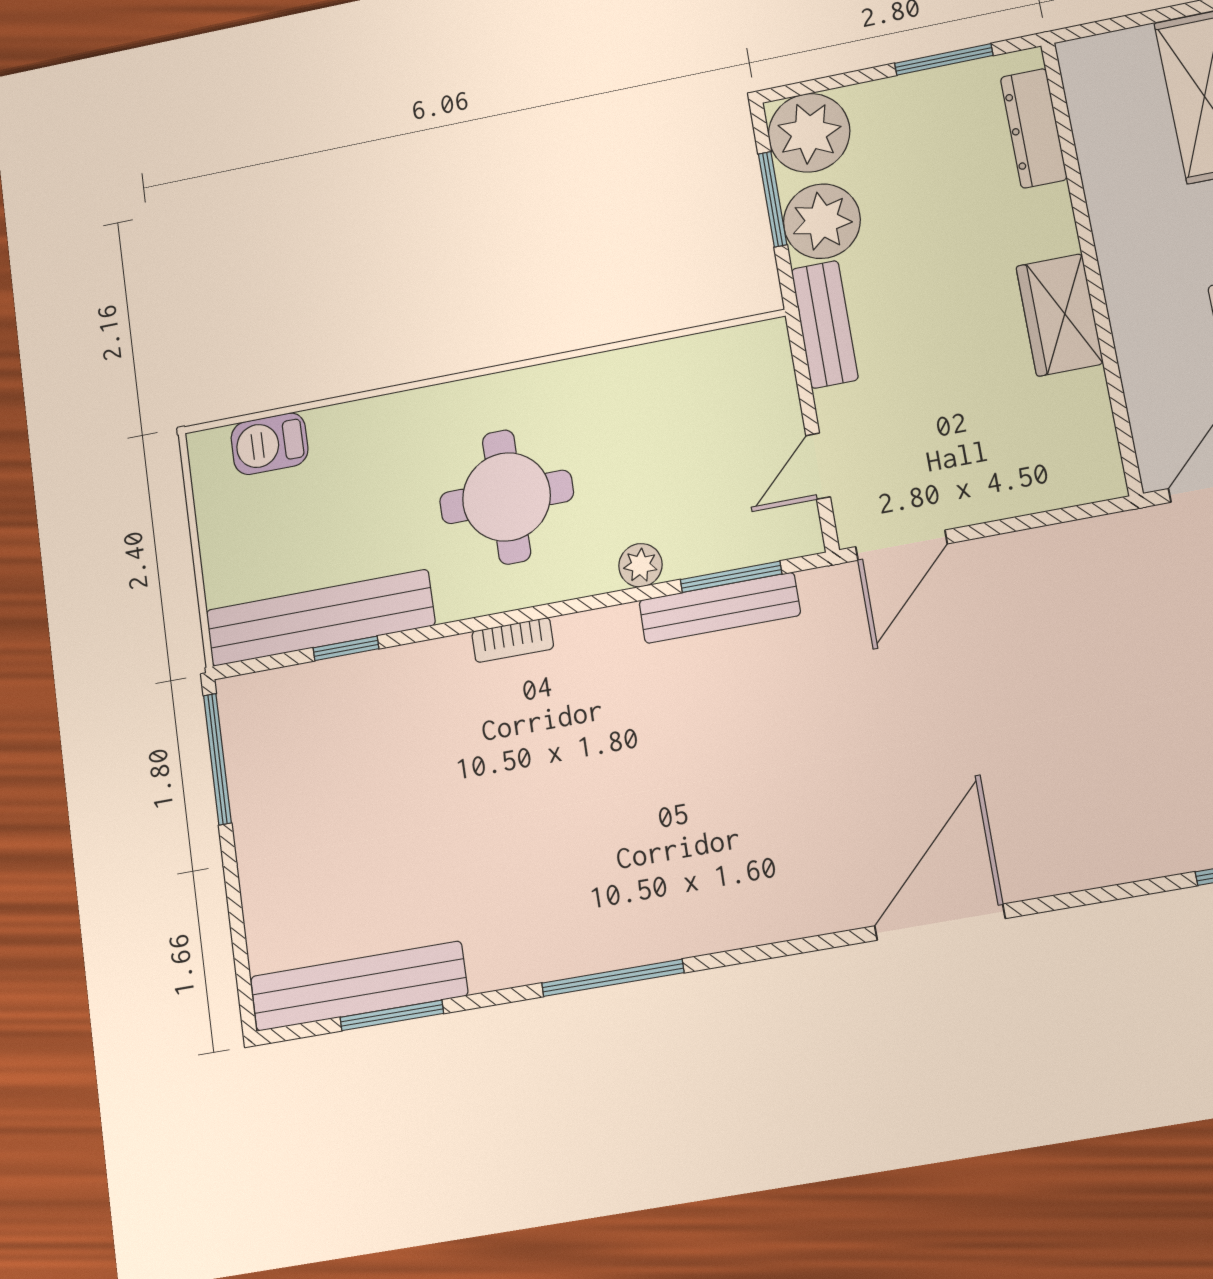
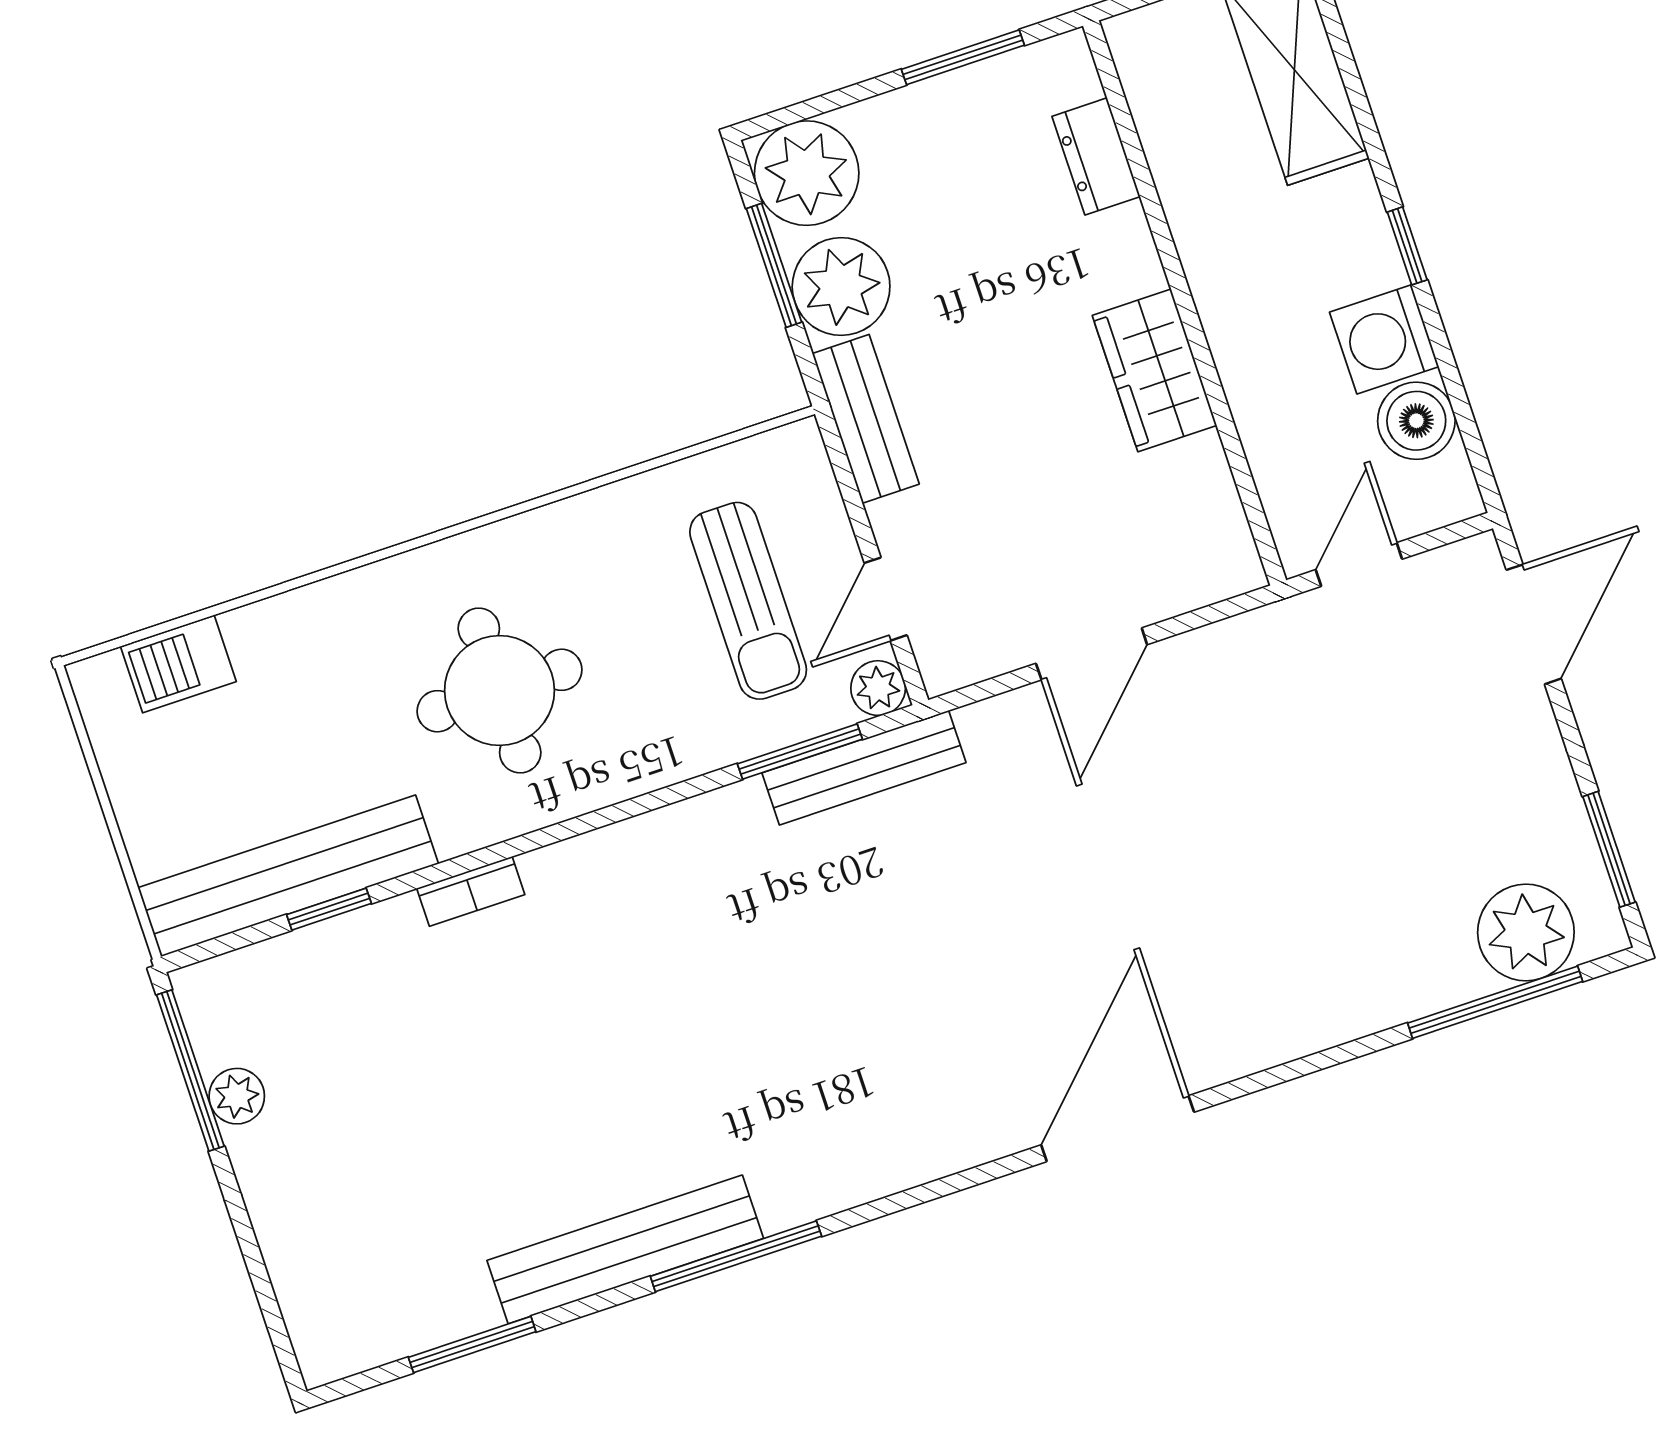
dresser: (1034, 128) -> (1096, 156), width x0.70
sun lounger: (710, 453) -> (748, 601), added
door: (901, 545) -> (1092, 654), moved
plant: (640, 565) -> (878, 688), moved
bench: (720, 608) -> (864, 768), moved
bookcase: (513, 640) -> (471, 891), moved
plant: (248, 785) -> (237, 1096), added
bench: (359, 986) -> (625, 1249), moved

